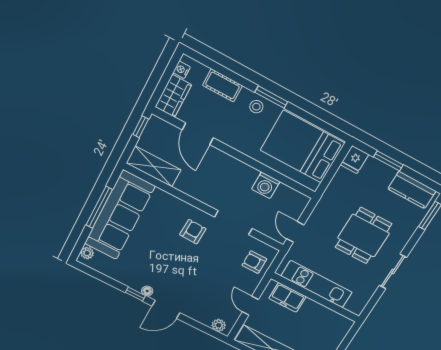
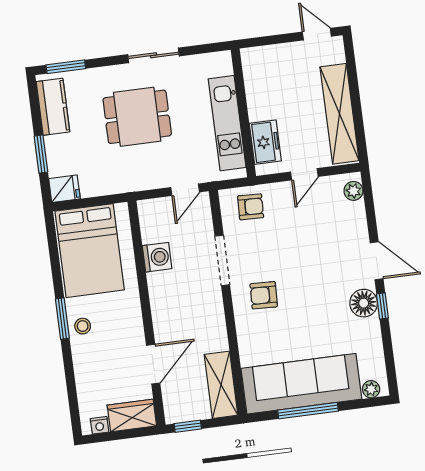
cot: (222, 85) -> (86, 375), removed
armchair: (254, 262) -> (251, 207), turned -88
floor lamp: (147, 291) -> (364, 303), width x1.89, depth x1.89

